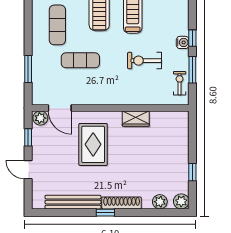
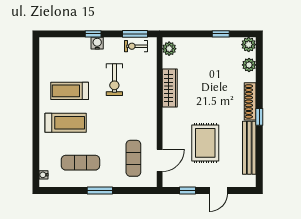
exercise mat: (80, 60) -> (133, 158), moved
window: (28, 69) -> (100, 190), moved
window: (192, 70) -> (135, 34), moved
plant: (40, 118) -> (169, 49), moved
wardrobe: (136, 119) -> (170, 88), width x1.50
rug: (93, 144) -> (205, 143), moved, turned 90

